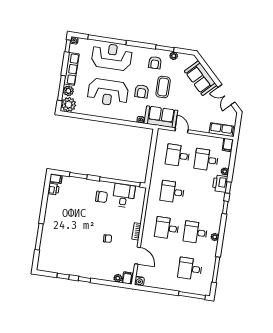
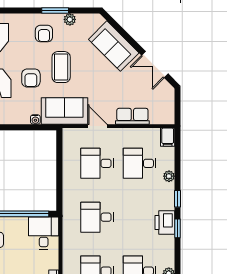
row of seats: (221, 130) -> (132, 116), moved
printer: (220, 184) -> (165, 223), moved
desk: (124, 196) -> (44, 233), moved

